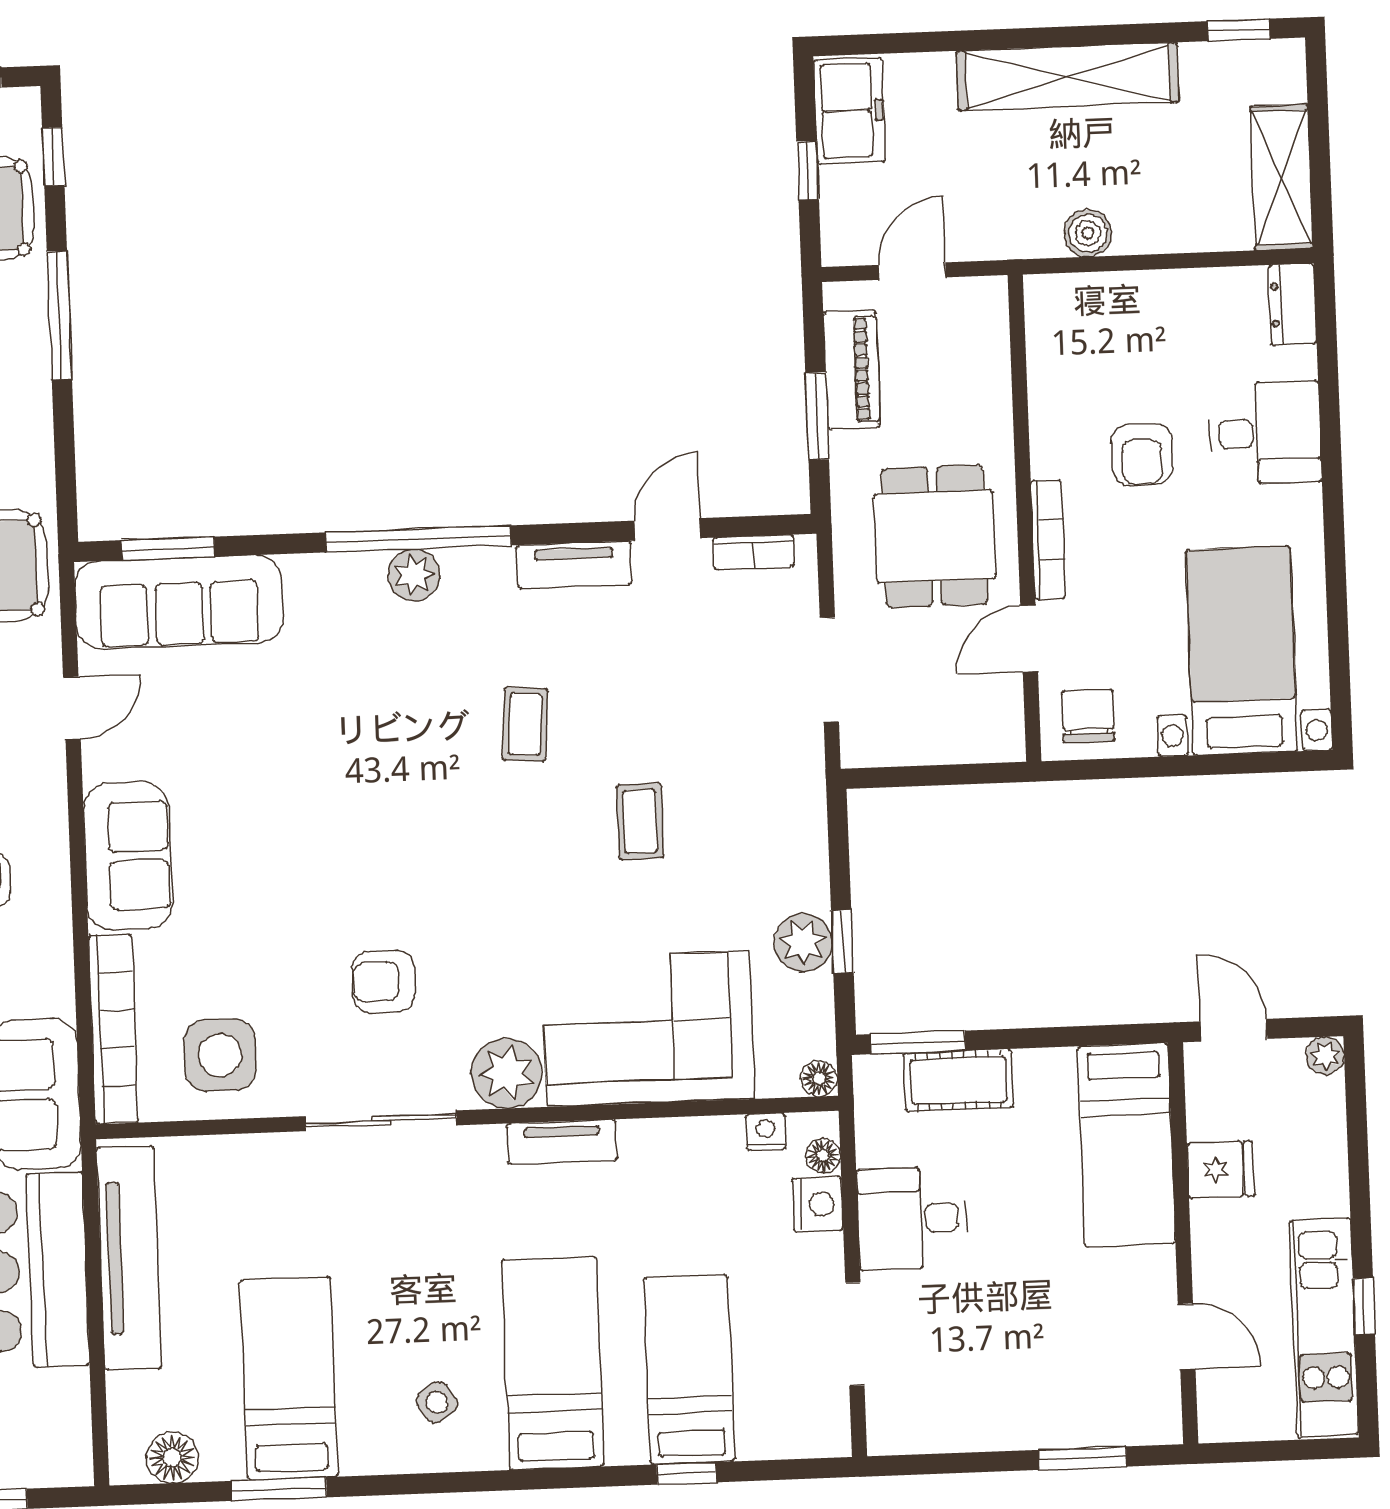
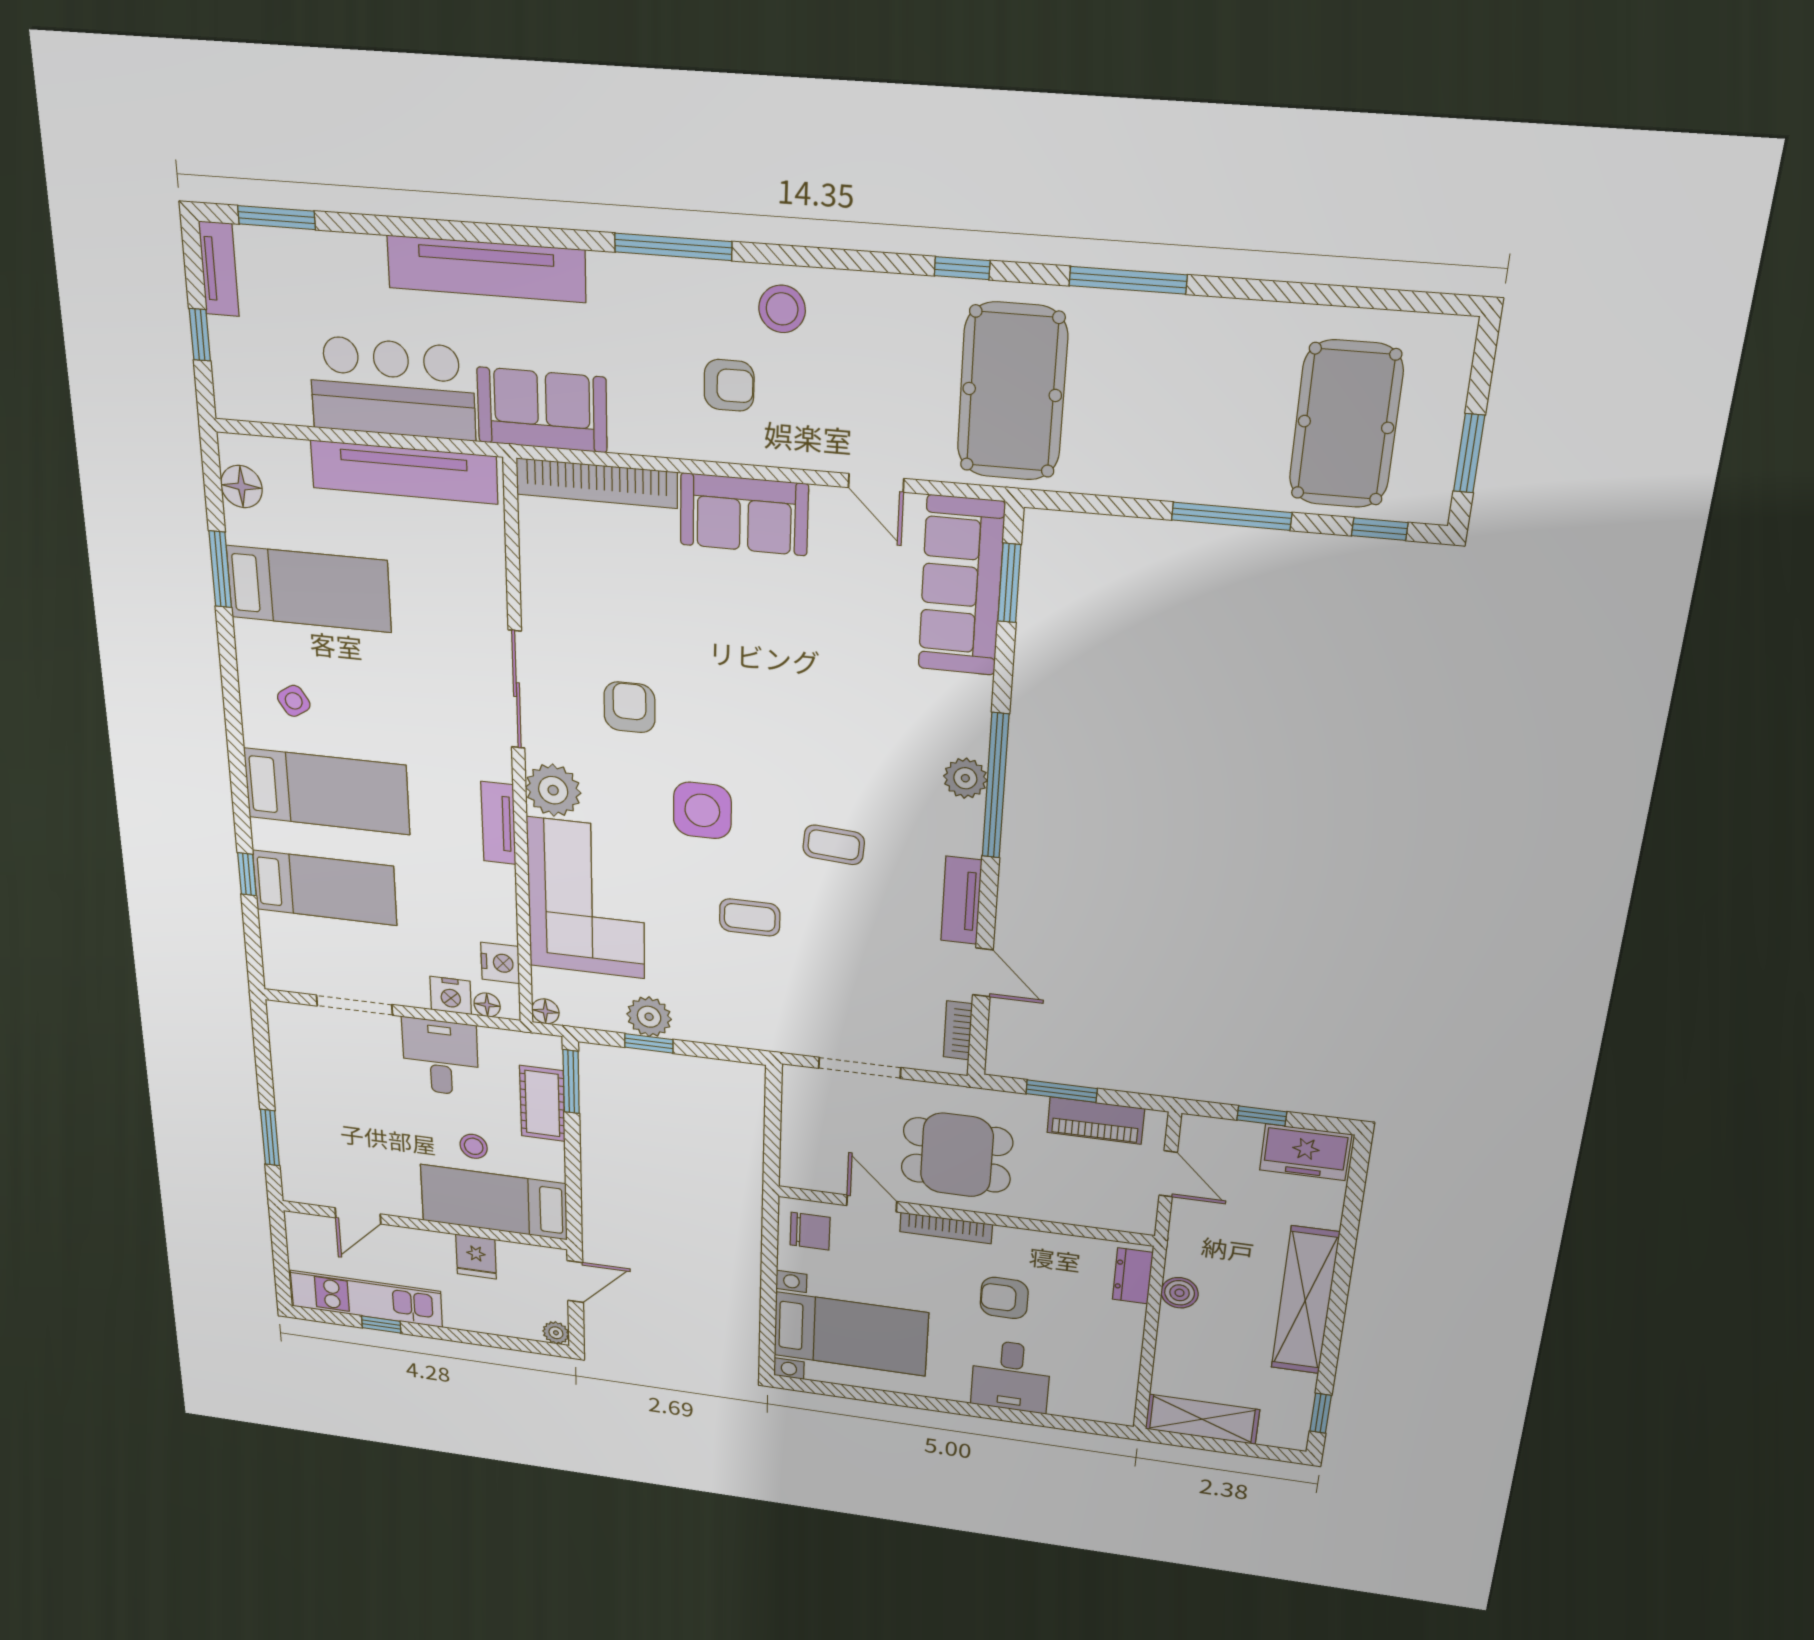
dresser: (1293, 304) -> (1133, 1276), moved, turned -90
side table: (220, 1055) -> (702, 810), moved
nightstand: (766, 1132) -> (500, 963), width x1.39, depth x1.35
stool: (1043, 1173) -> (474, 1146), added

